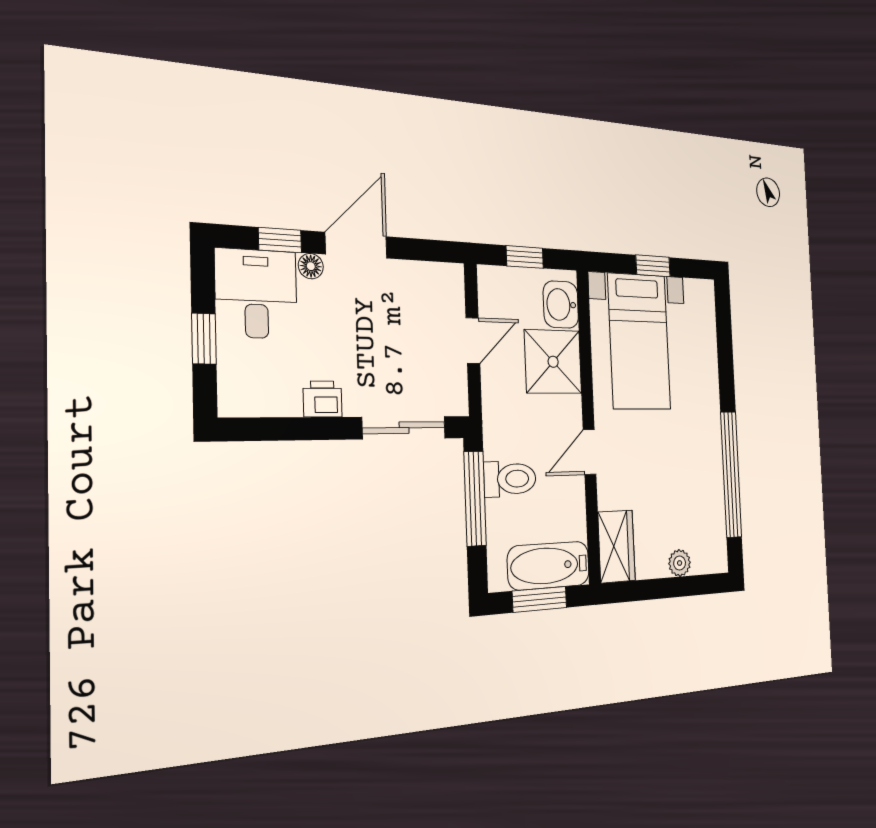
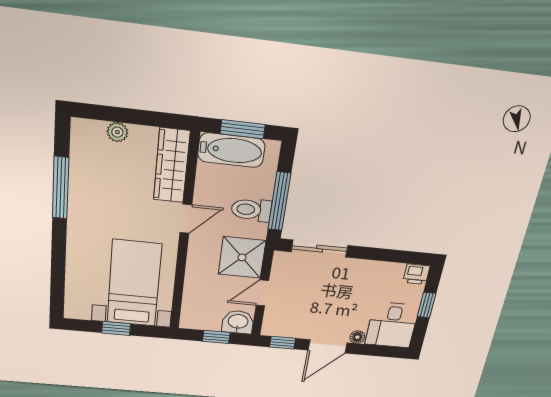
window: (280, 240) -> (283, 343), moved
washbasin: (561, 305) -> (238, 322), moved, turned -90
shower: (553, 362) -> (242, 257), moved
printer: (323, 399) -> (416, 274), moved
window: (731, 474) -> (61, 188), width x0.68
wardrobe: (617, 546) -> (172, 166), width x1.50

